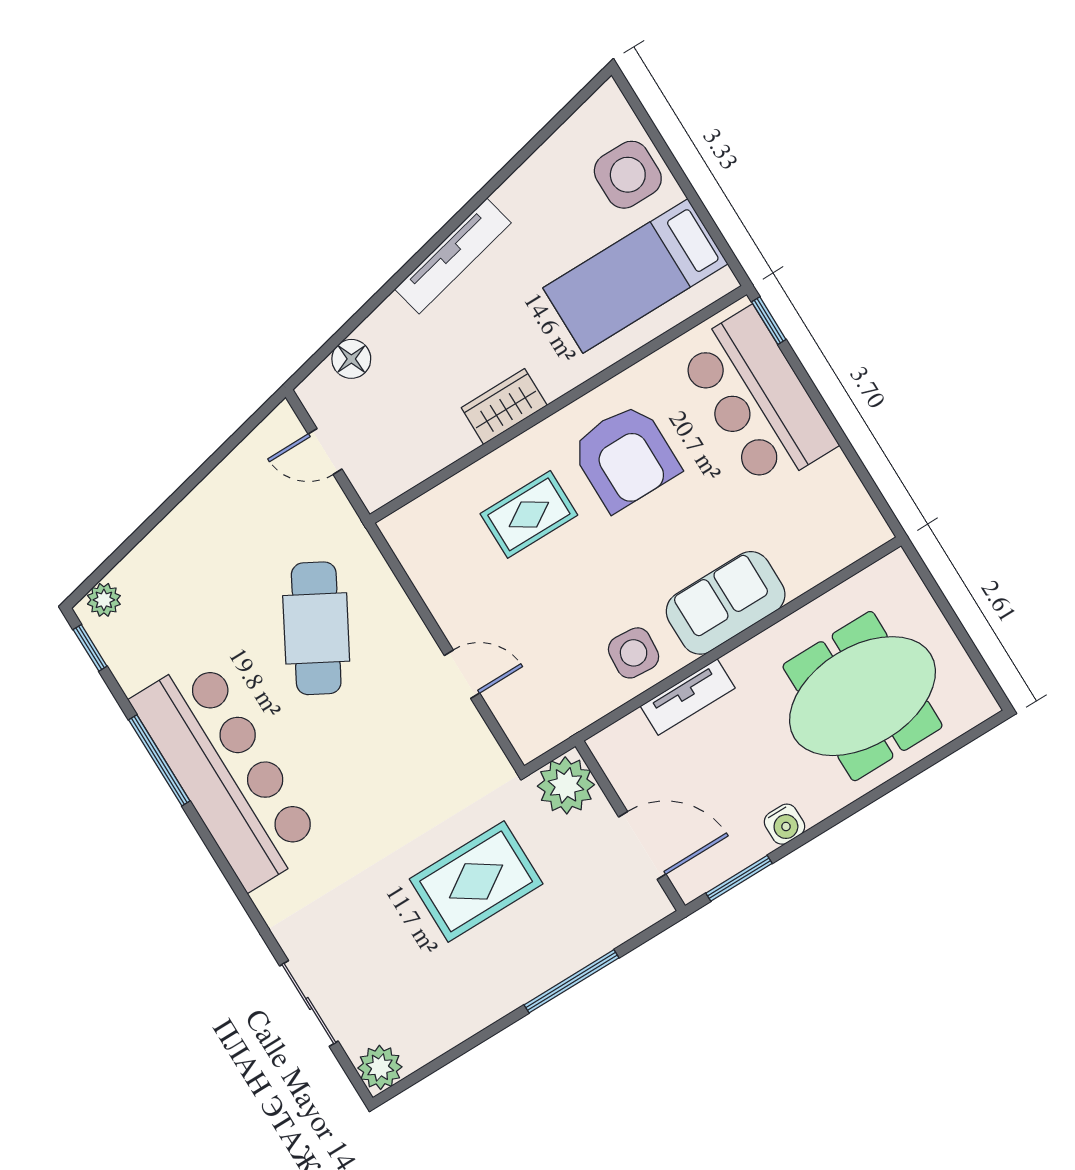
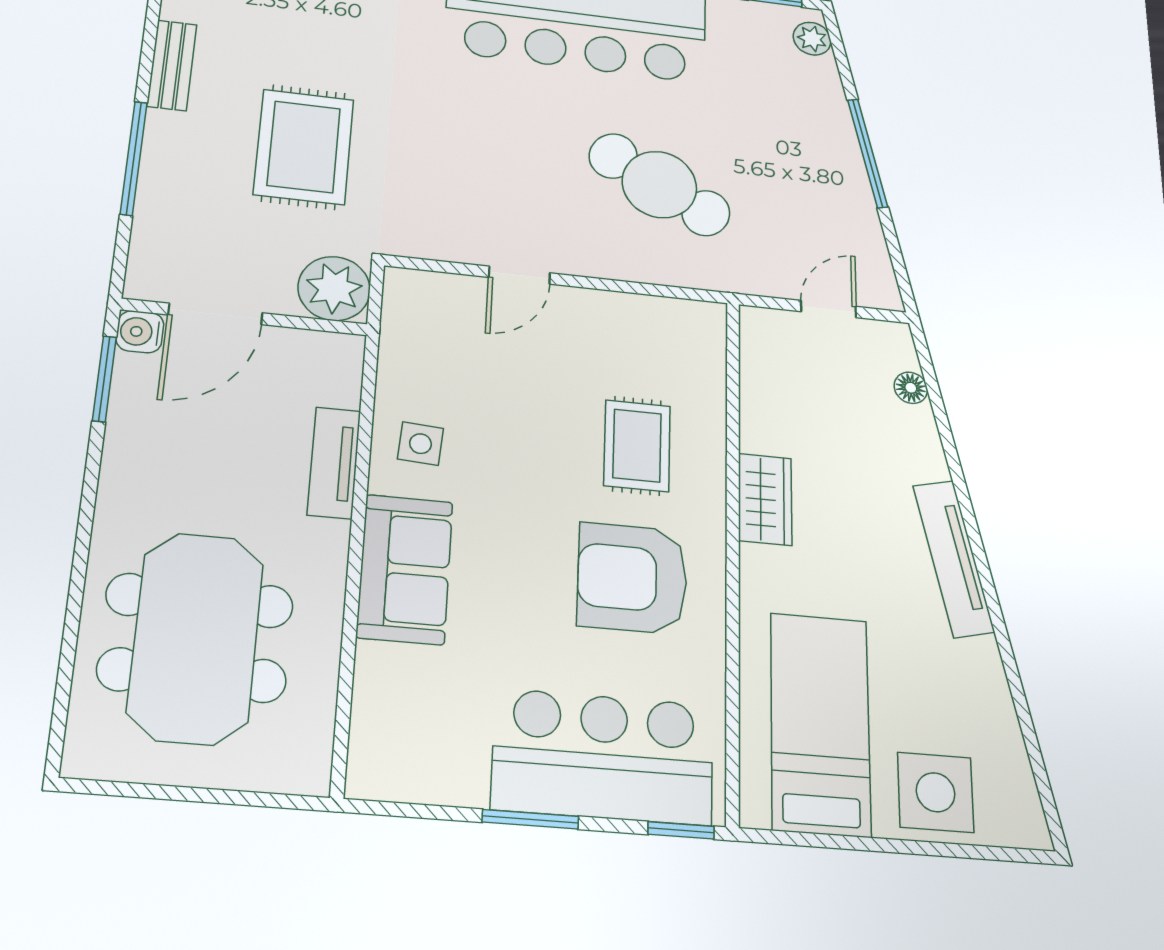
floor lamp: (351, 359) -> (911, 388), width x0.73, depth x0.73
window: (828, 417) -> (530, 819), added
window: (173, 501) -> (868, 153), added
side table: (634, 653) -> (420, 444), width x0.73, depth x0.73
water cooler: (784, 824) -> (140, 332), moved
bench: (483, 1012) -> (172, 65), added

